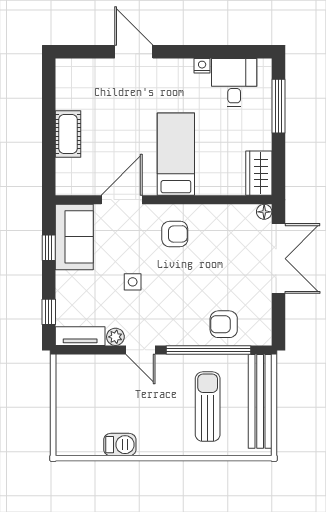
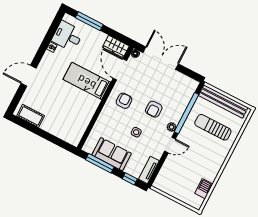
cot: (68, 134) -> (31, 116), moved
door: (122, 200) -> (120, 69), moved
sofa: (74, 237) -> (112, 154), moved
window: (49, 248) -> (100, 163), width x2.17
armchair: (224, 324) -> (154, 109), moved
plant: (115, 337) -> (172, 127), moved
barbecue: (120, 445) -> (204, 189), moved

